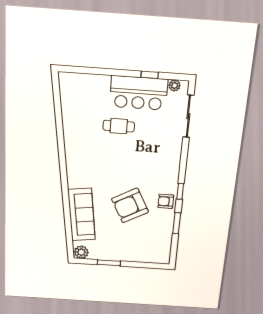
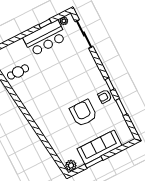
cafe table: (119, 126) -> (18, 72), moved
armchair: (130, 205) -> (83, 113), turned 118
sofa: (82, 215) -> (100, 147), moved, turned -83

